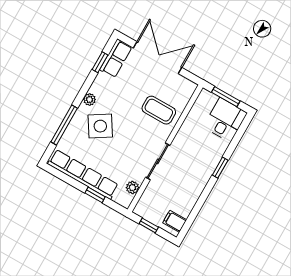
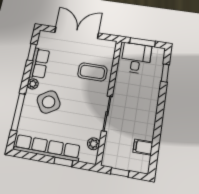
row of seats: (116, 58) -> (39, 63), moved
desk: (225, 120) -> (136, 58), moved
window: (220, 168) -> (165, 73), moved
filing cabinet: (175, 221) -> (143, 147), moved

